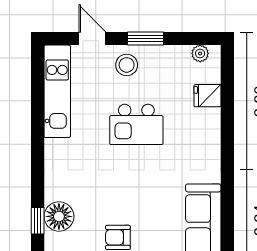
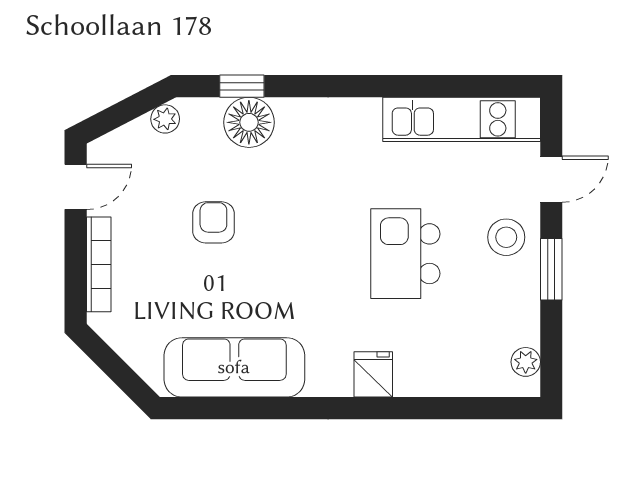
fridge: (207, 96) -> (373, 374), moved

